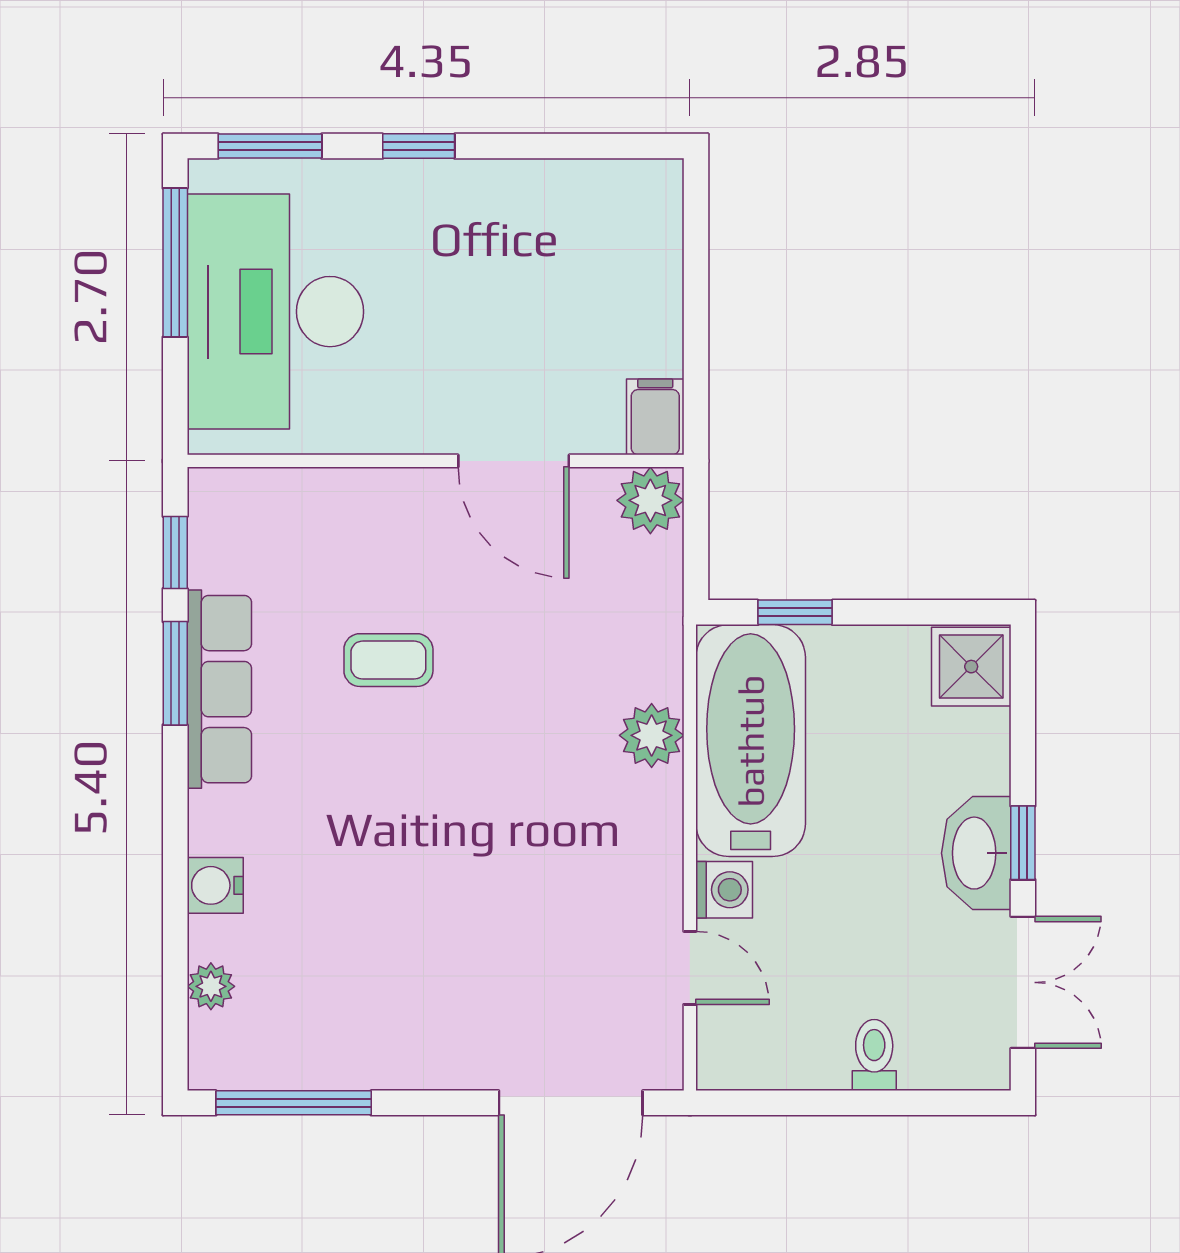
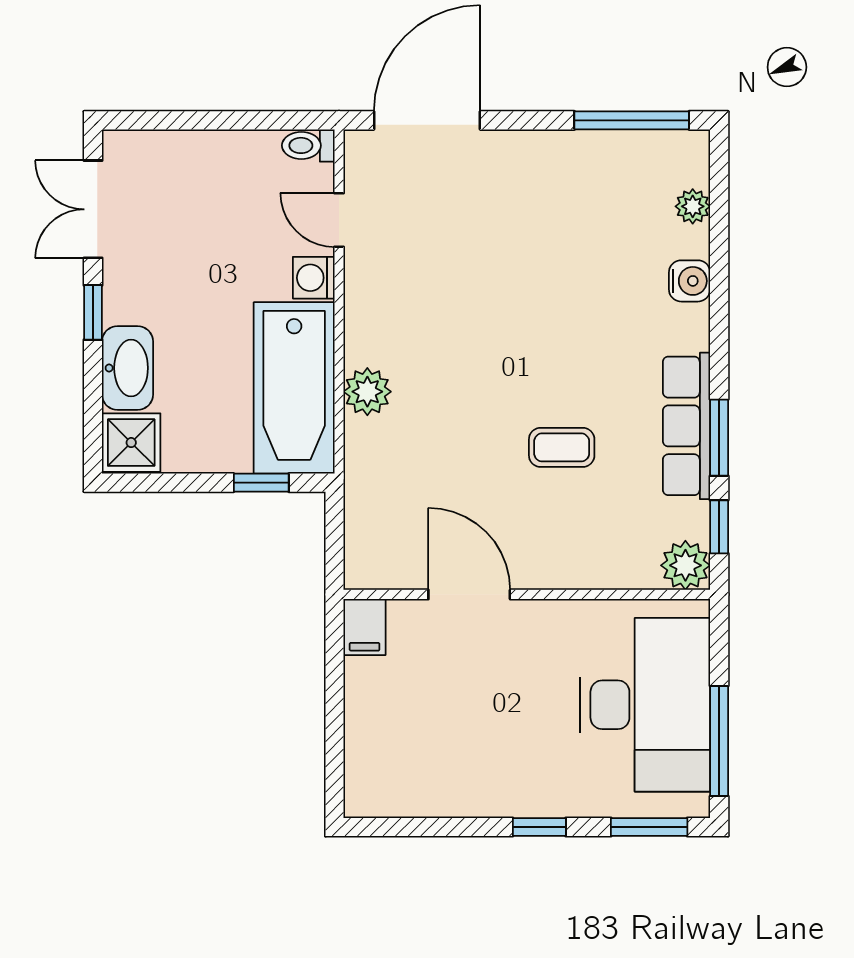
plant: (650, 500) -> (685, 565), moved
washbasin: (976, 853) -> (127, 368), moved
toilet: (874, 1055) -> (308, 145), moved, turned 90

